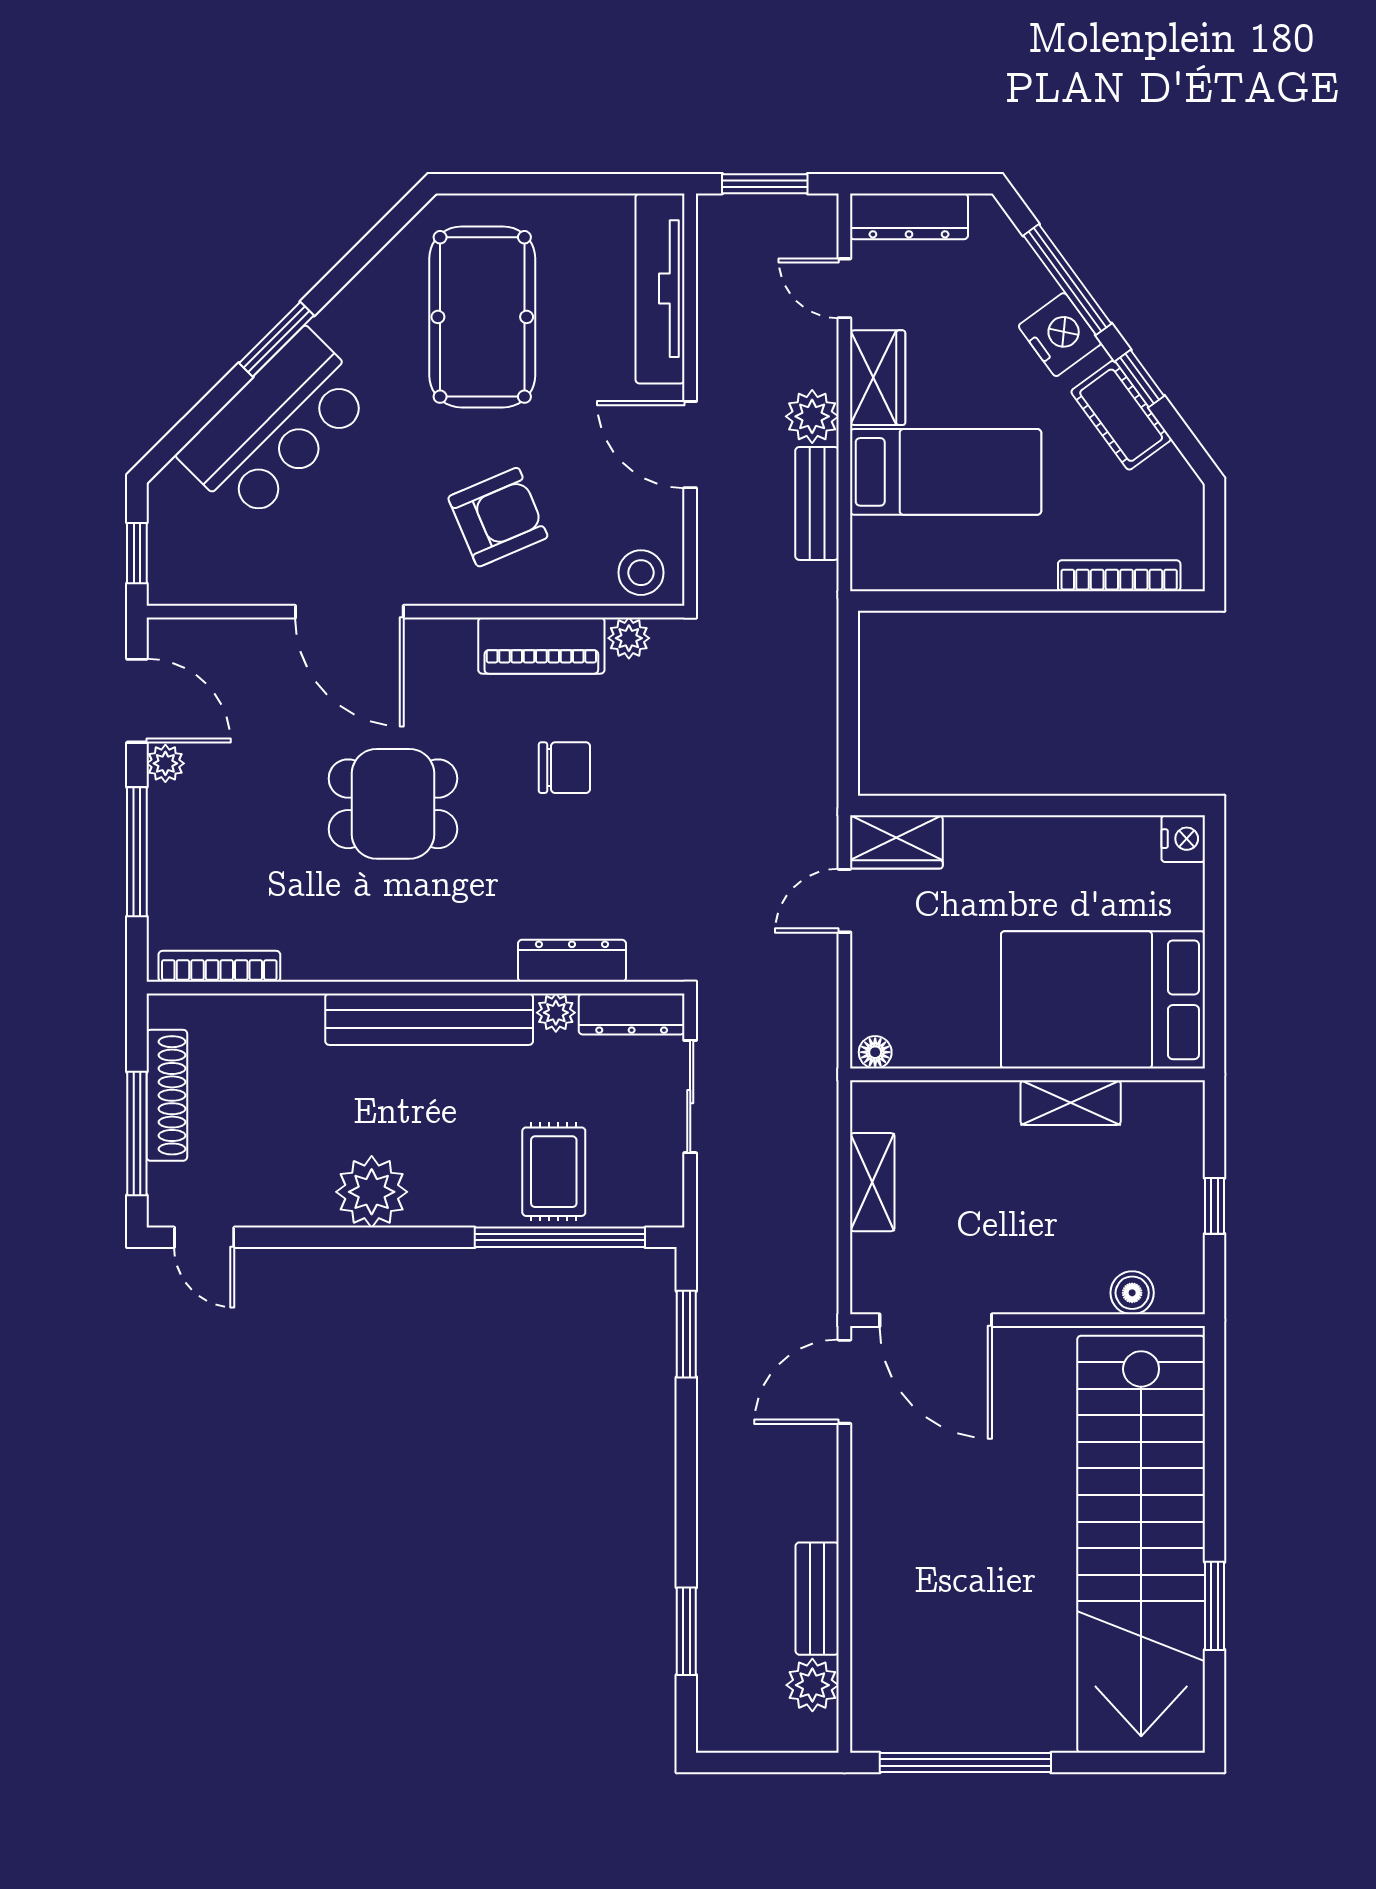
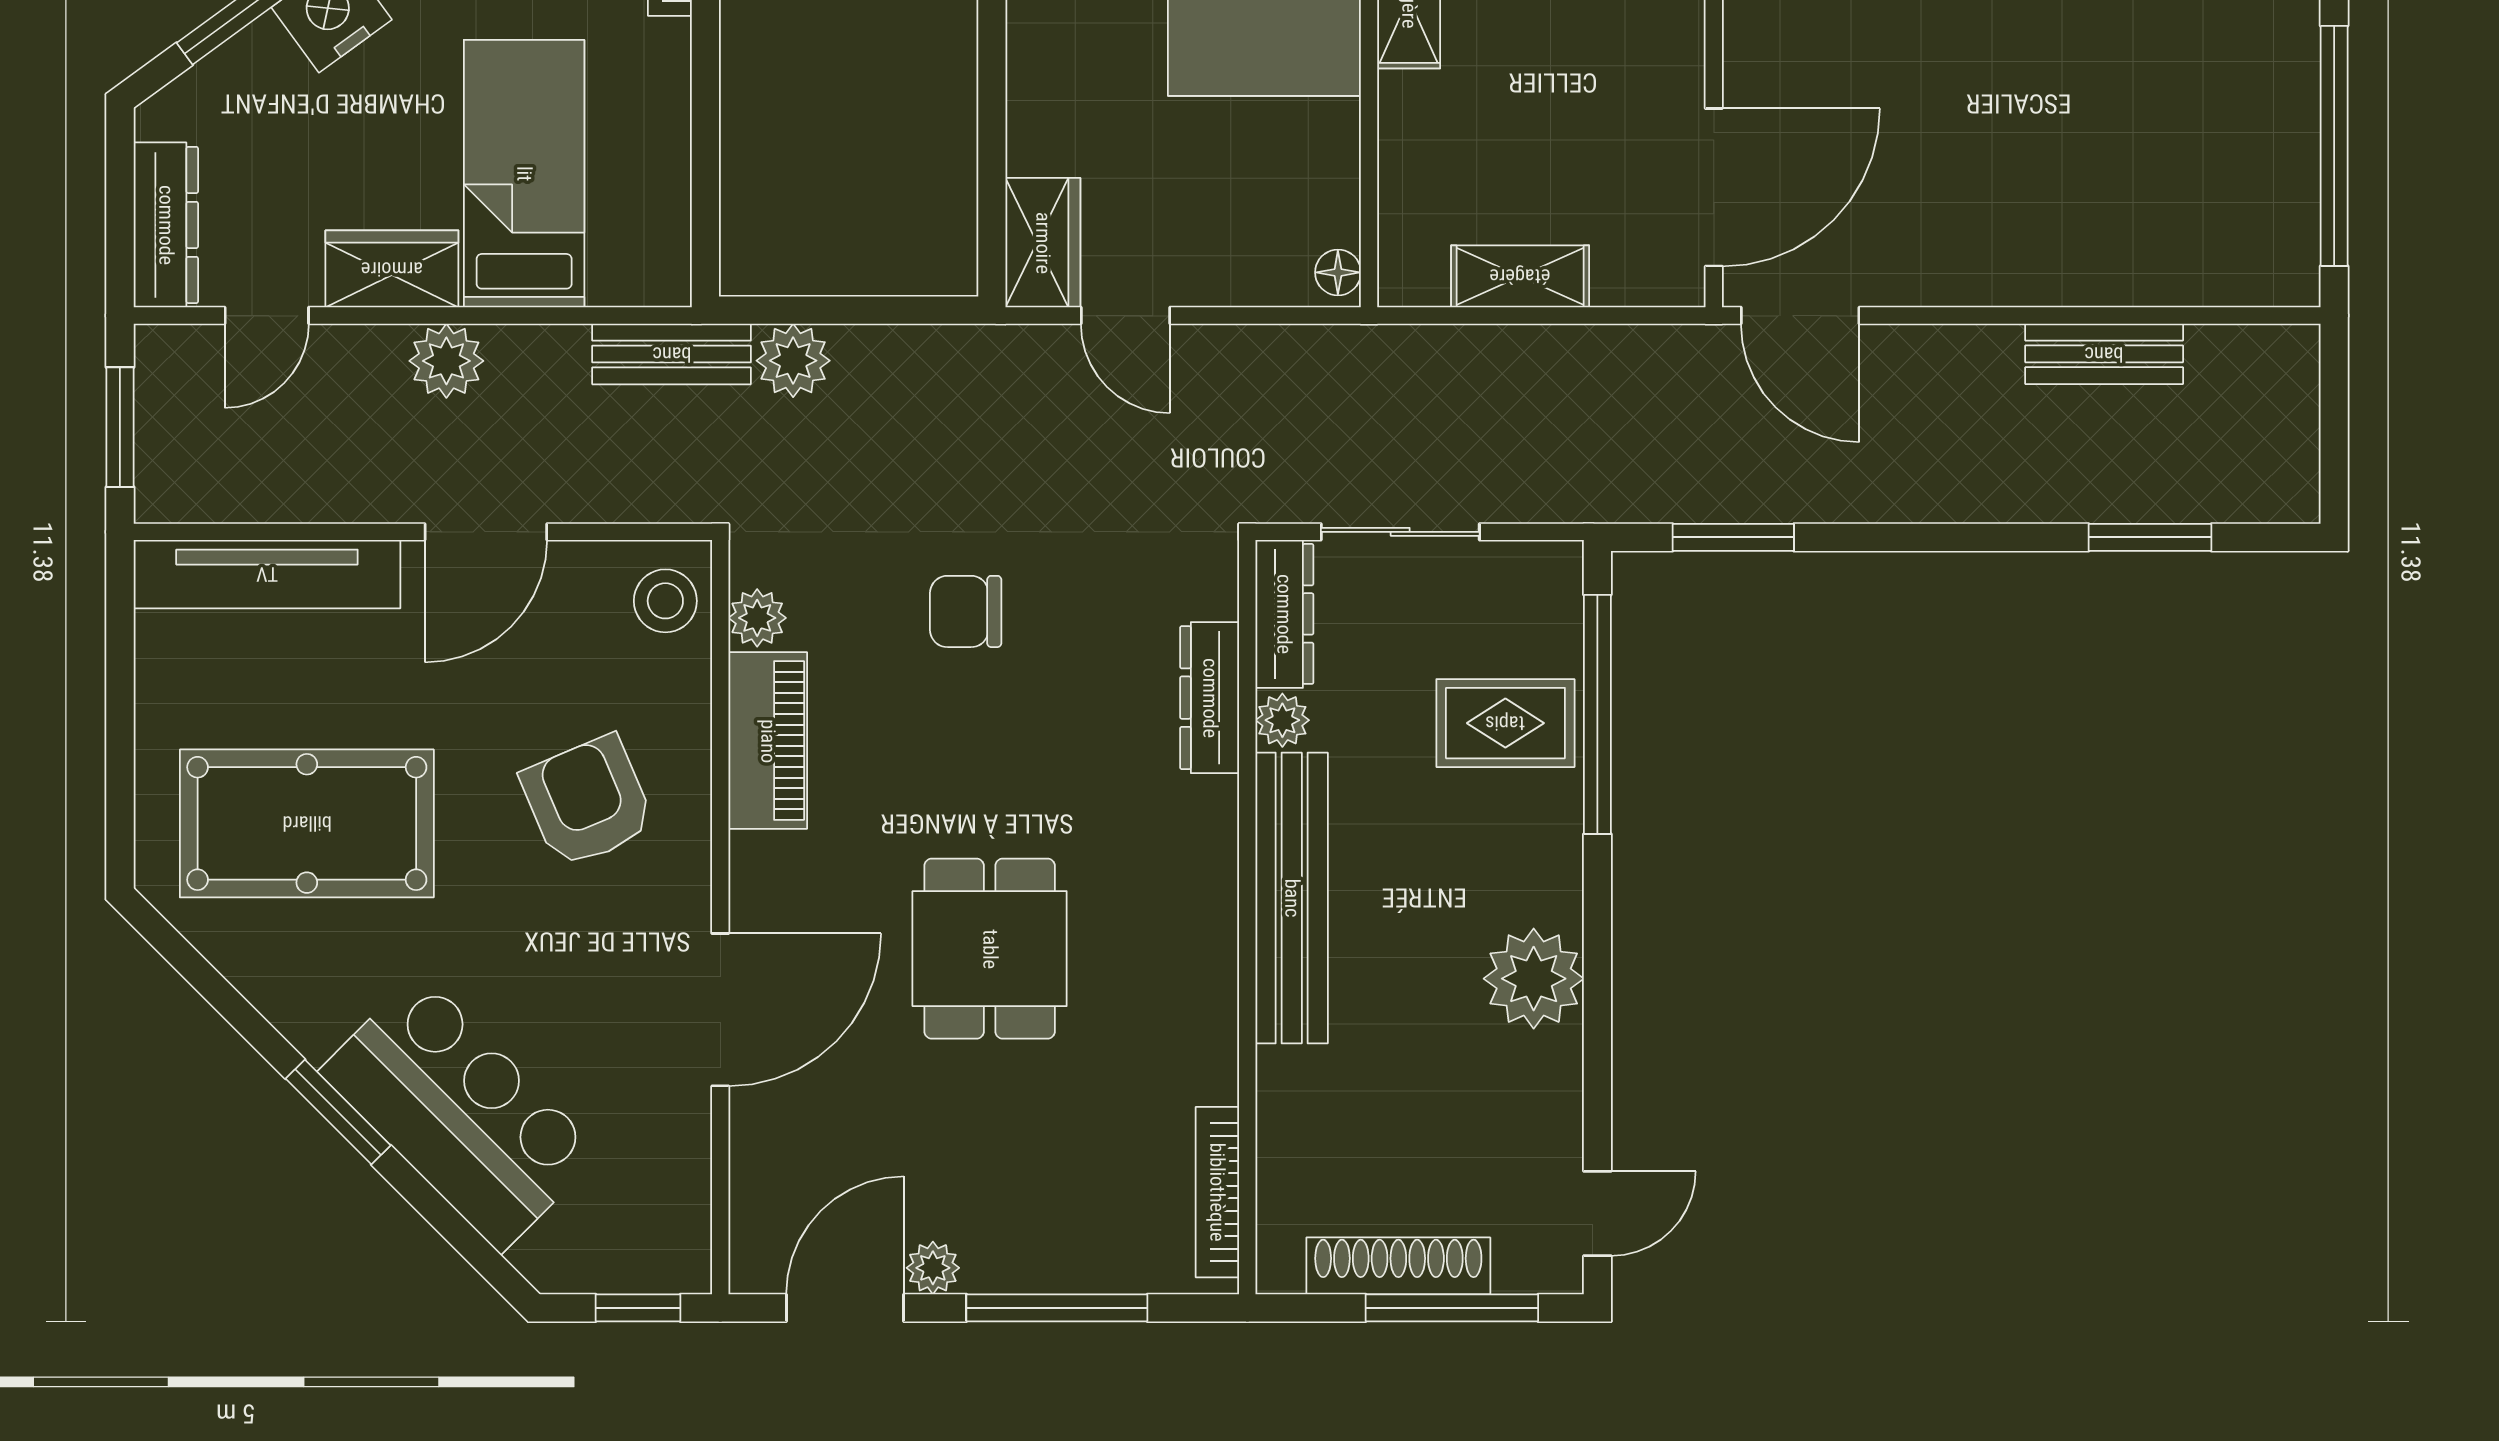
bench: (817, 503) -> (672, 354), moved
chair: (564, 768) -> (966, 611), moved, turned -90
plant: (812, 1685) -> (793, 361), moved

